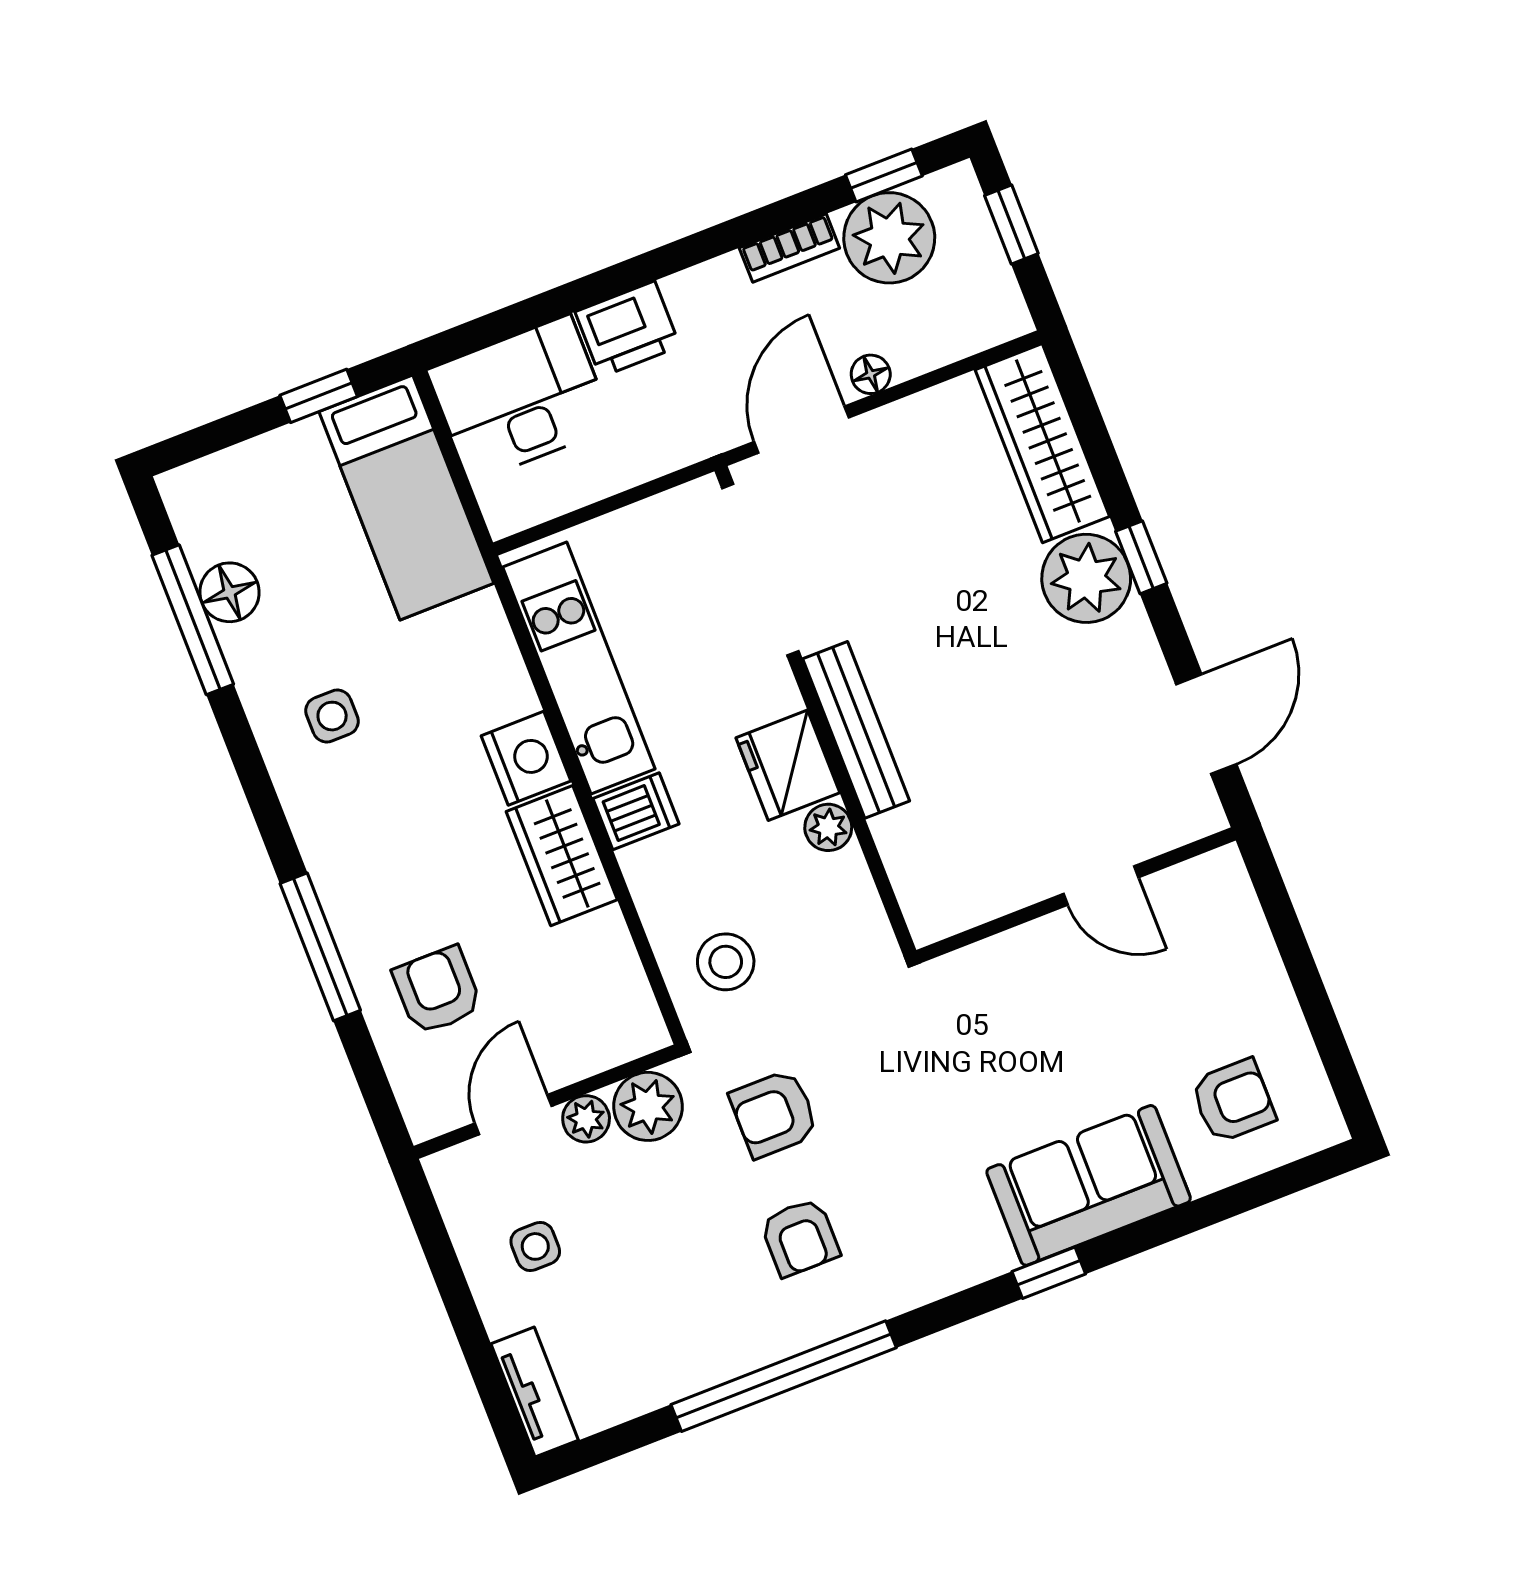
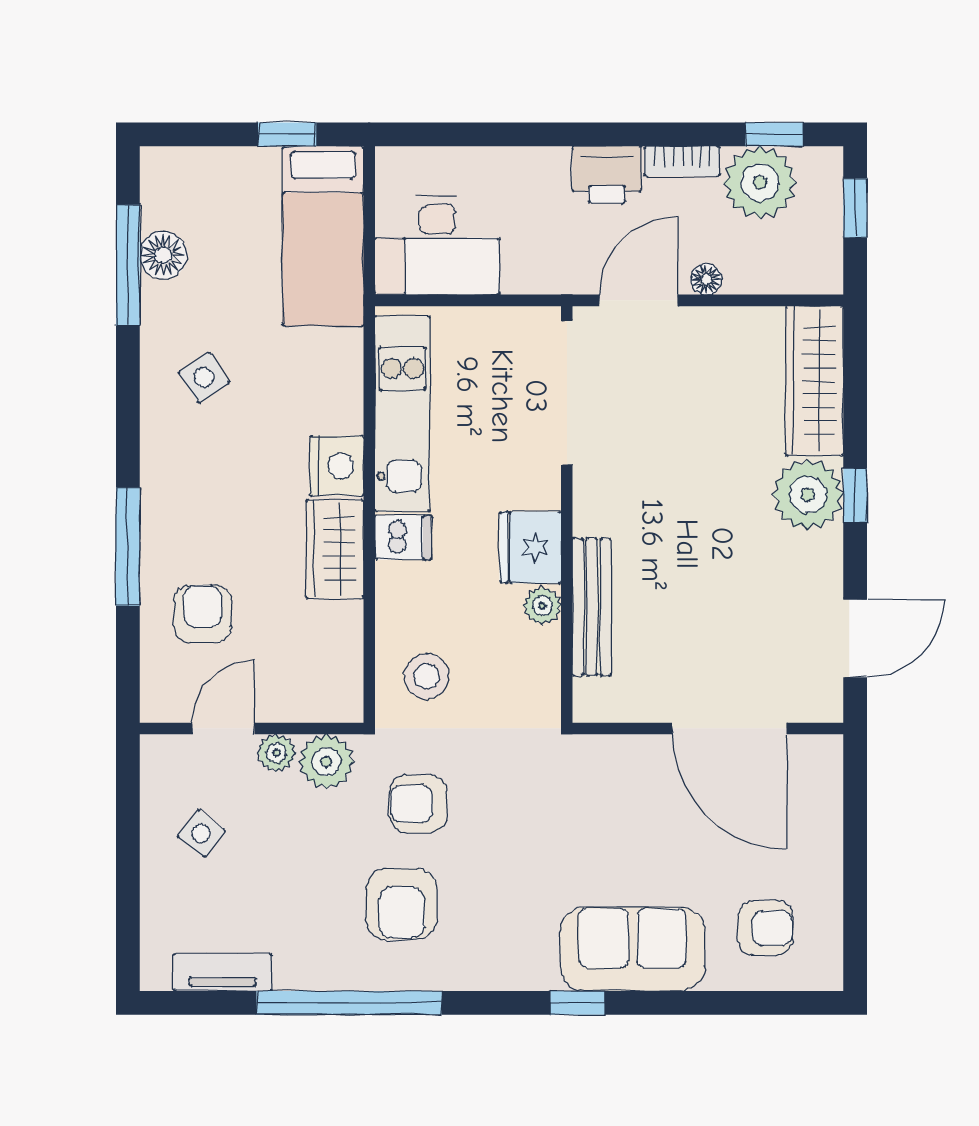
printer: (628, 329) -> (607, 174), moved
desk: (520, 398) -> (437, 246), moved, turned 180
side table: (332, 716) -> (204, 378), turned -33
bench: (856, 730) -> (592, 607), moved
door: (1101, 886) -> (729, 728), width x1.87
armchair: (800, 1237) -> (402, 904), width x1.38, depth x1.38
side table: (535, 1246) -> (201, 833), turned 38
tv unit: (535, 1392) -> (223, 972), moved, turned -90

